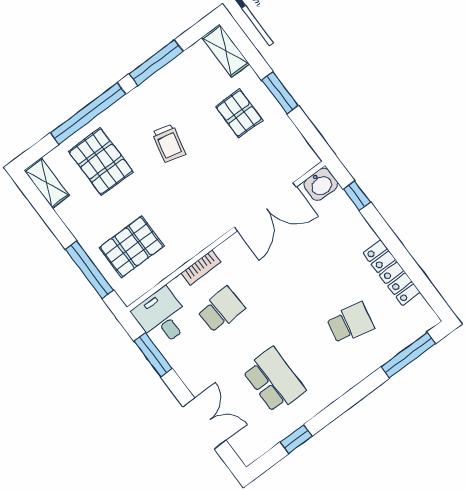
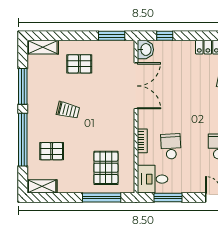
window: (280, 93) -> (112, 36), moved
pallet: (101, 161) -> (52, 151), width x0.67, depth x0.71

